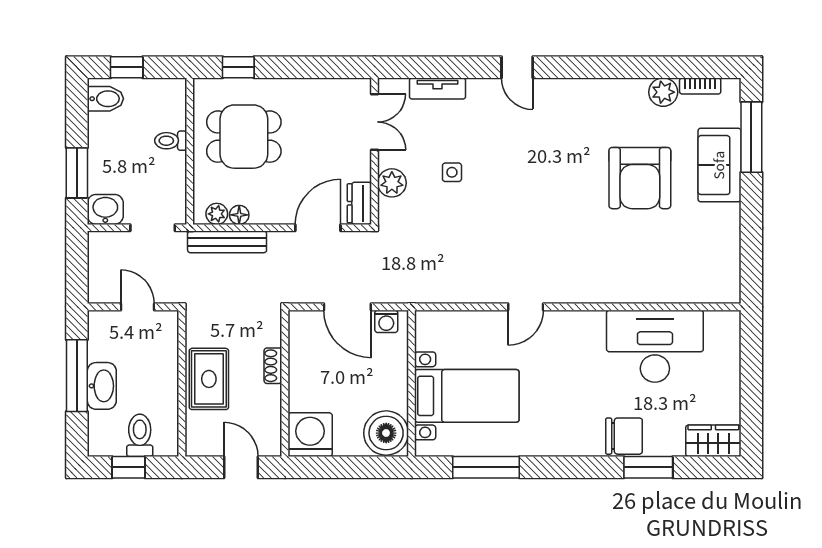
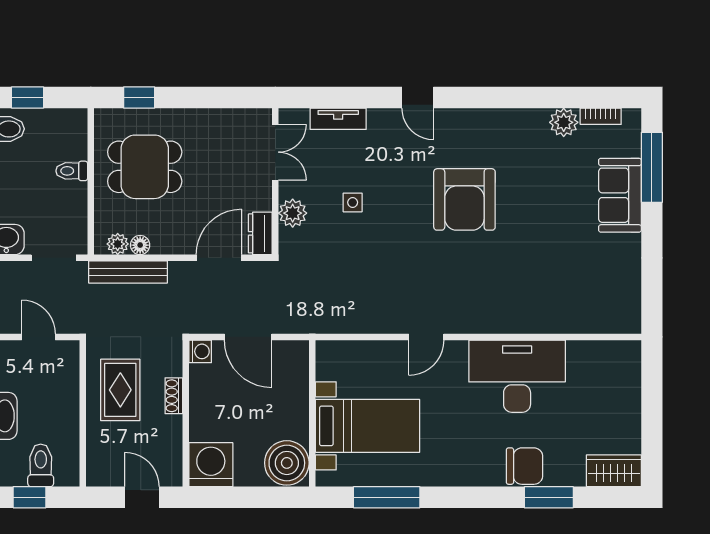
armchair: (640, 178) -> (464, 199), moved
washing machine: (386, 321) -> (200, 351), moved, turned -90
desk: (655, 346) -> (517, 376), moved
rug: (209, 379) -> (120, 390), moved

